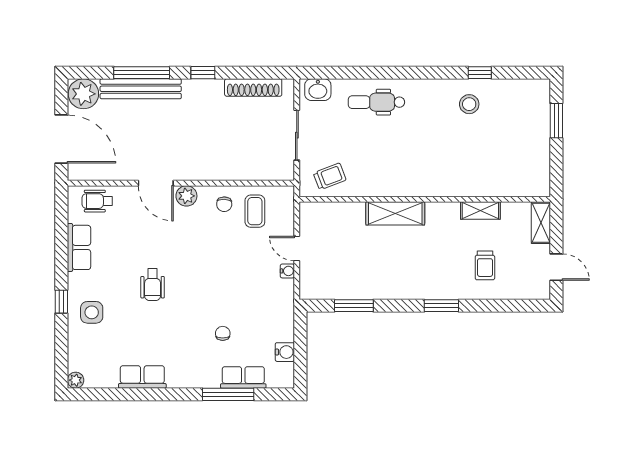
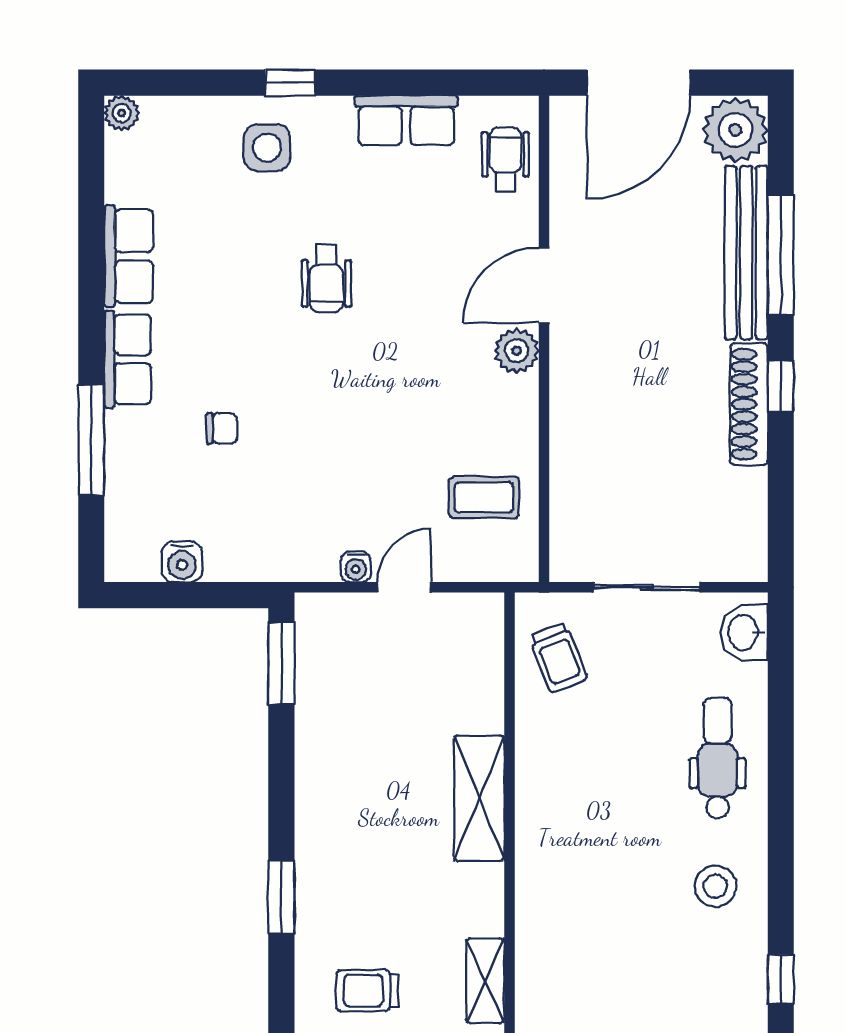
shoe rack: (253, 87) -> (749, 404), moved
stool: (469, 104) -> (715, 886), moved
chair: (224, 204) -> (499, 432), removed
wheelchair: (153, 285) -> (326, 278), turned -90
window: (354, 306) -> (281, 664), moved
row of seats: (243, 377) -> (128, 359), moved

